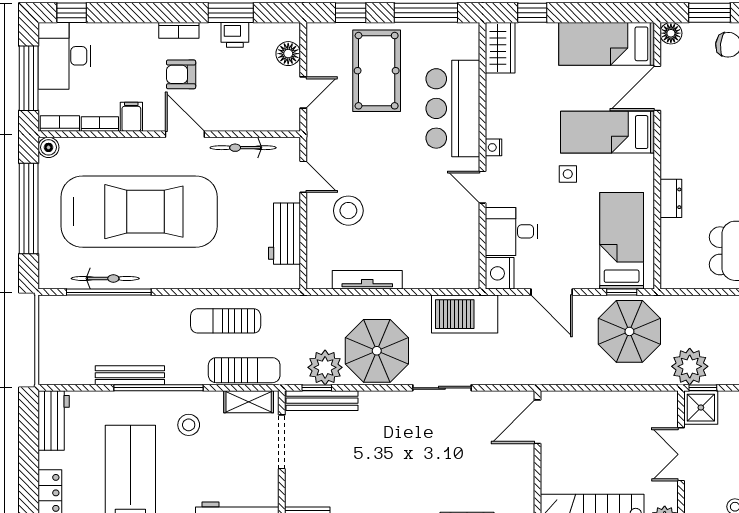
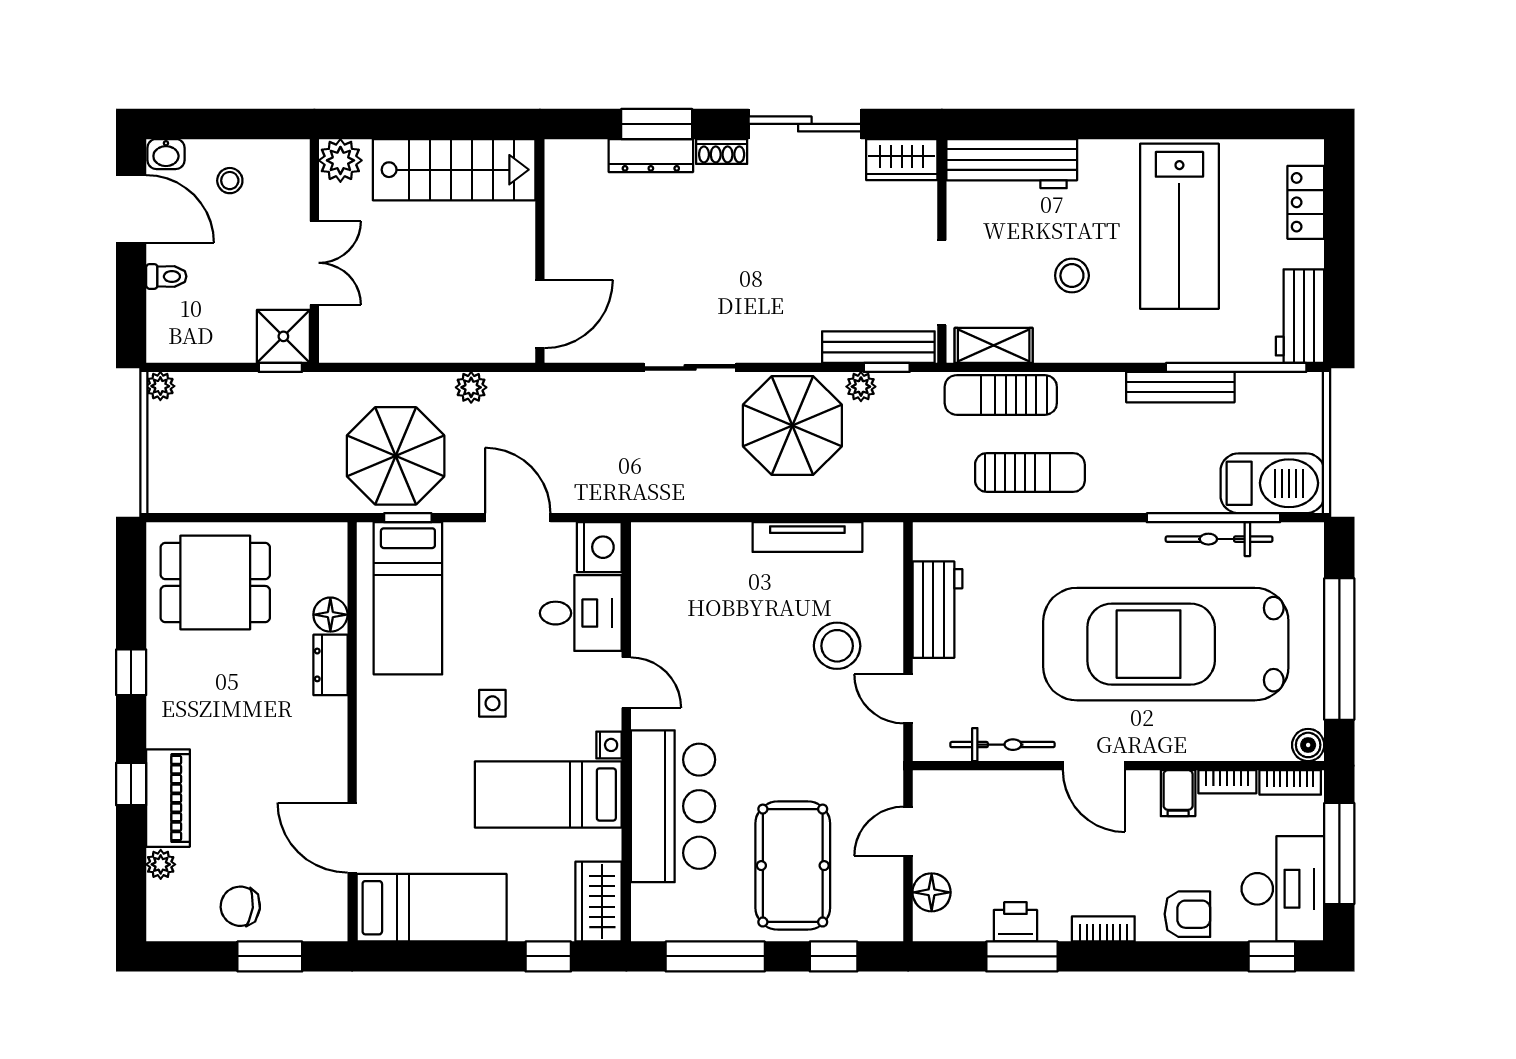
floor lamp: (671, 33) -> (330, 615), moved
armchair: (181, 74) -> (1187, 914), moved
door: (657, 88) -> (352, 838), swing flipped
bed: (608, 132) -> (548, 794), moved, turned 180
barbecue: (465, 314) -> (1272, 483), moved
plant: (690, 366) -> (471, 387), moved, width x0.53, depth x0.53
plant: (325, 367) -> (861, 387), width x0.53, depth x0.53
window: (159, 388) -> (1236, 367), moved
stool: (189, 425) -> (1072, 276), moved

